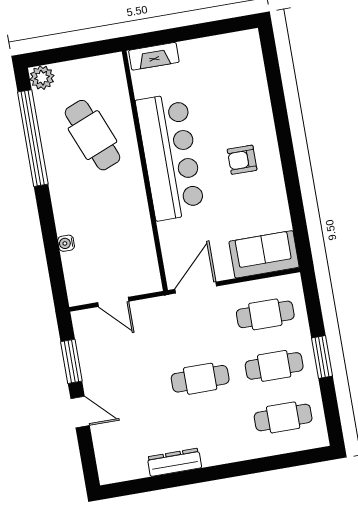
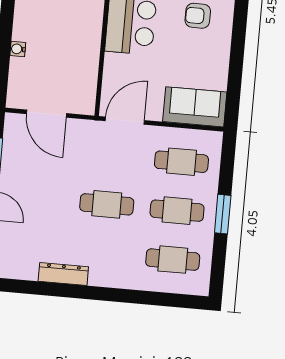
door: (113, 302) -> (46, 114), width x1.38

